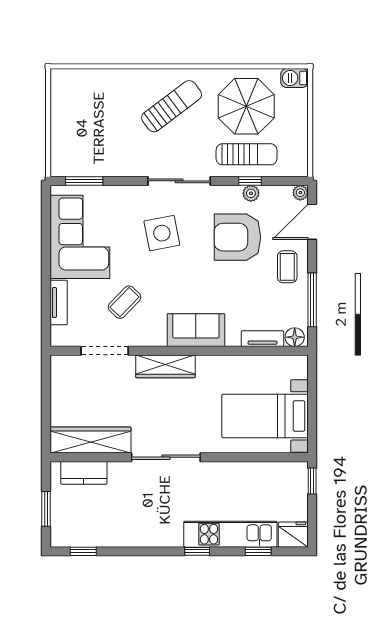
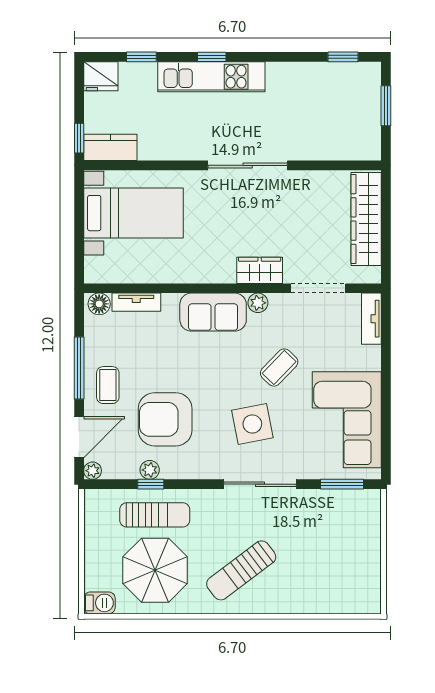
sun lounger: (247, 154) -> (155, 515), turned 180
sliding door: (179, 181) -> (260, 484), moved
armchair: (237, 237) -> (165, 419), turned 180
window: (312, 300) -> (79, 368), moved
tv unit: (59, 302) -> (371, 319), moved
coffee table: (125, 302) -> (279, 368), moved
plant: (157, 338) -> (258, 303), added
wardrobe: (165, 366) -> (260, 270), width x0.67
wardrobe: (91, 440) -> (366, 219), moved, turned 90
kitchen counter: (84, 473) -> (110, 147), moved
kitchen unit: (230, 534) -> (211, 77), moved

